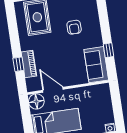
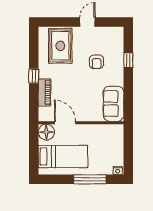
window: (109, 50) -> (128, 60), moved
window: (18, 64) -> (34, 76), moved

